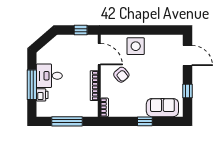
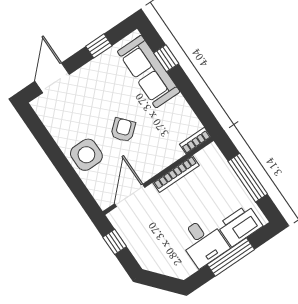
armchair: (121, 75) -> (123, 130), moved
printer: (42, 95) -> (240, 226), width x1.87, depth x1.48
sofa: (162, 108) -> (149, 72), width x1.36
window: (145, 121) -> (166, 58), moved

